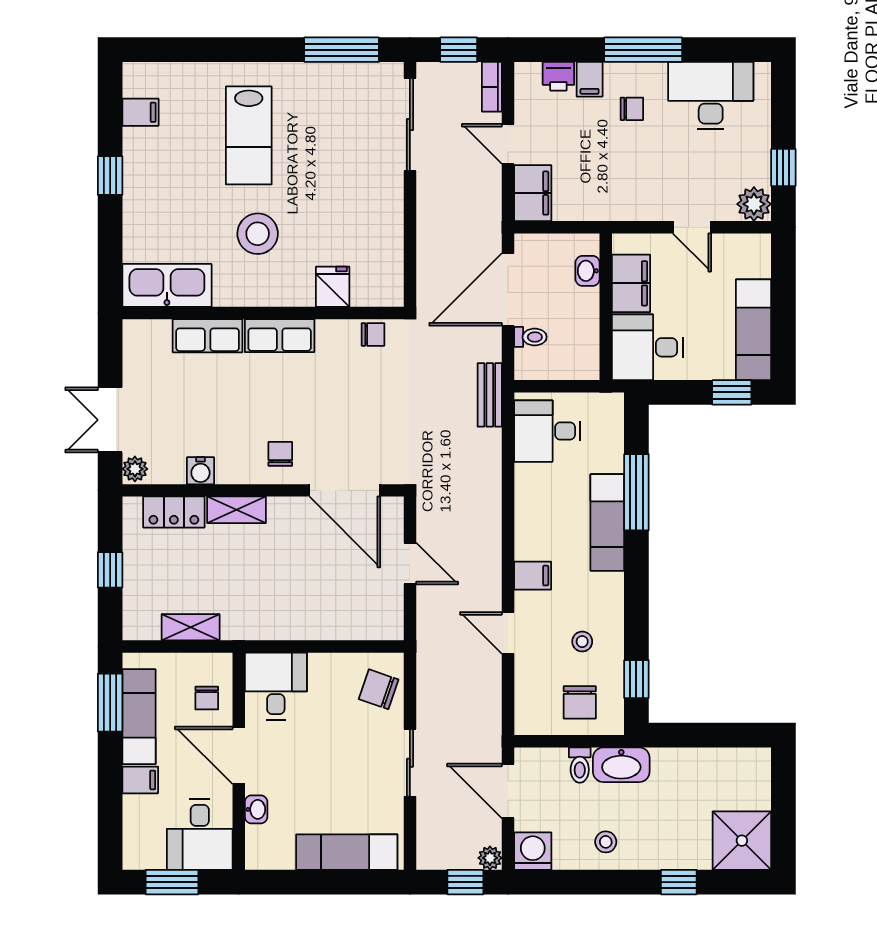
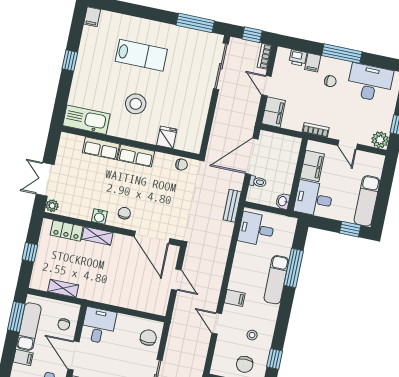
filing cabinet: (140, 112) -> (92, 17), moved, turned 90
lab bench: (249, 135) -> (141, 55), turned -90
bookcase: (623, 211) -> (316, 130), added
washbasin: (588, 271) -> (283, 201), moved
water cooler: (200, 471) -> (99, 217), moved
chair: (379, 689) -> (148, 338), turned 71

